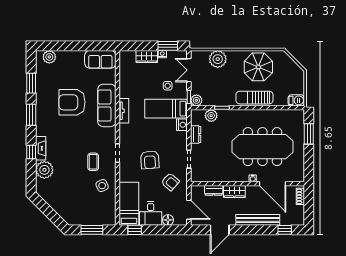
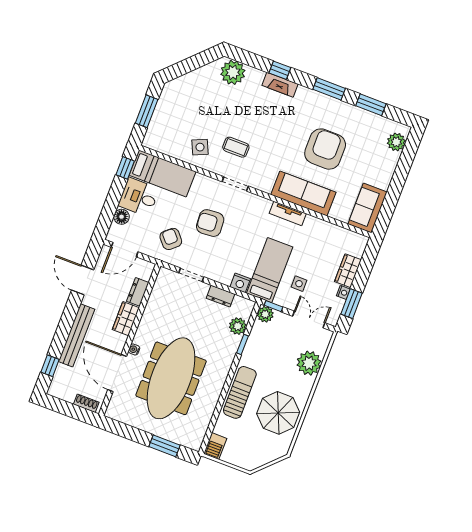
plant: (44, 170) -> (233, 72), moved
armchair: (170, 182) -> (171, 239), turned 98
door: (272, 184) -> (117, 373), hinge flipped

